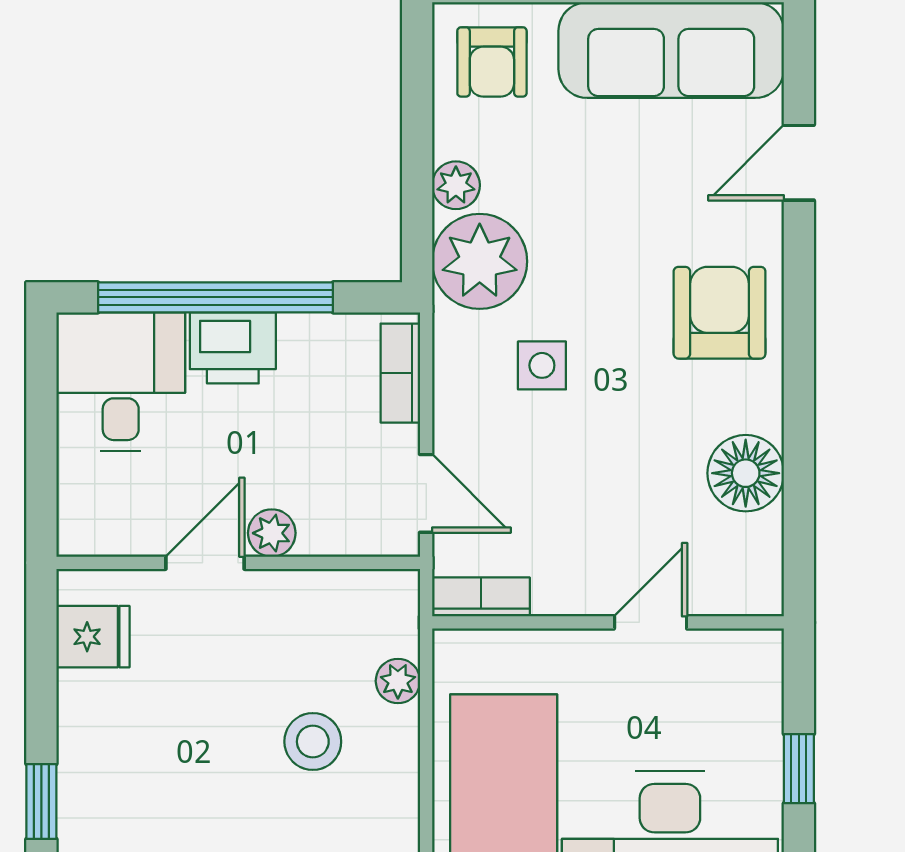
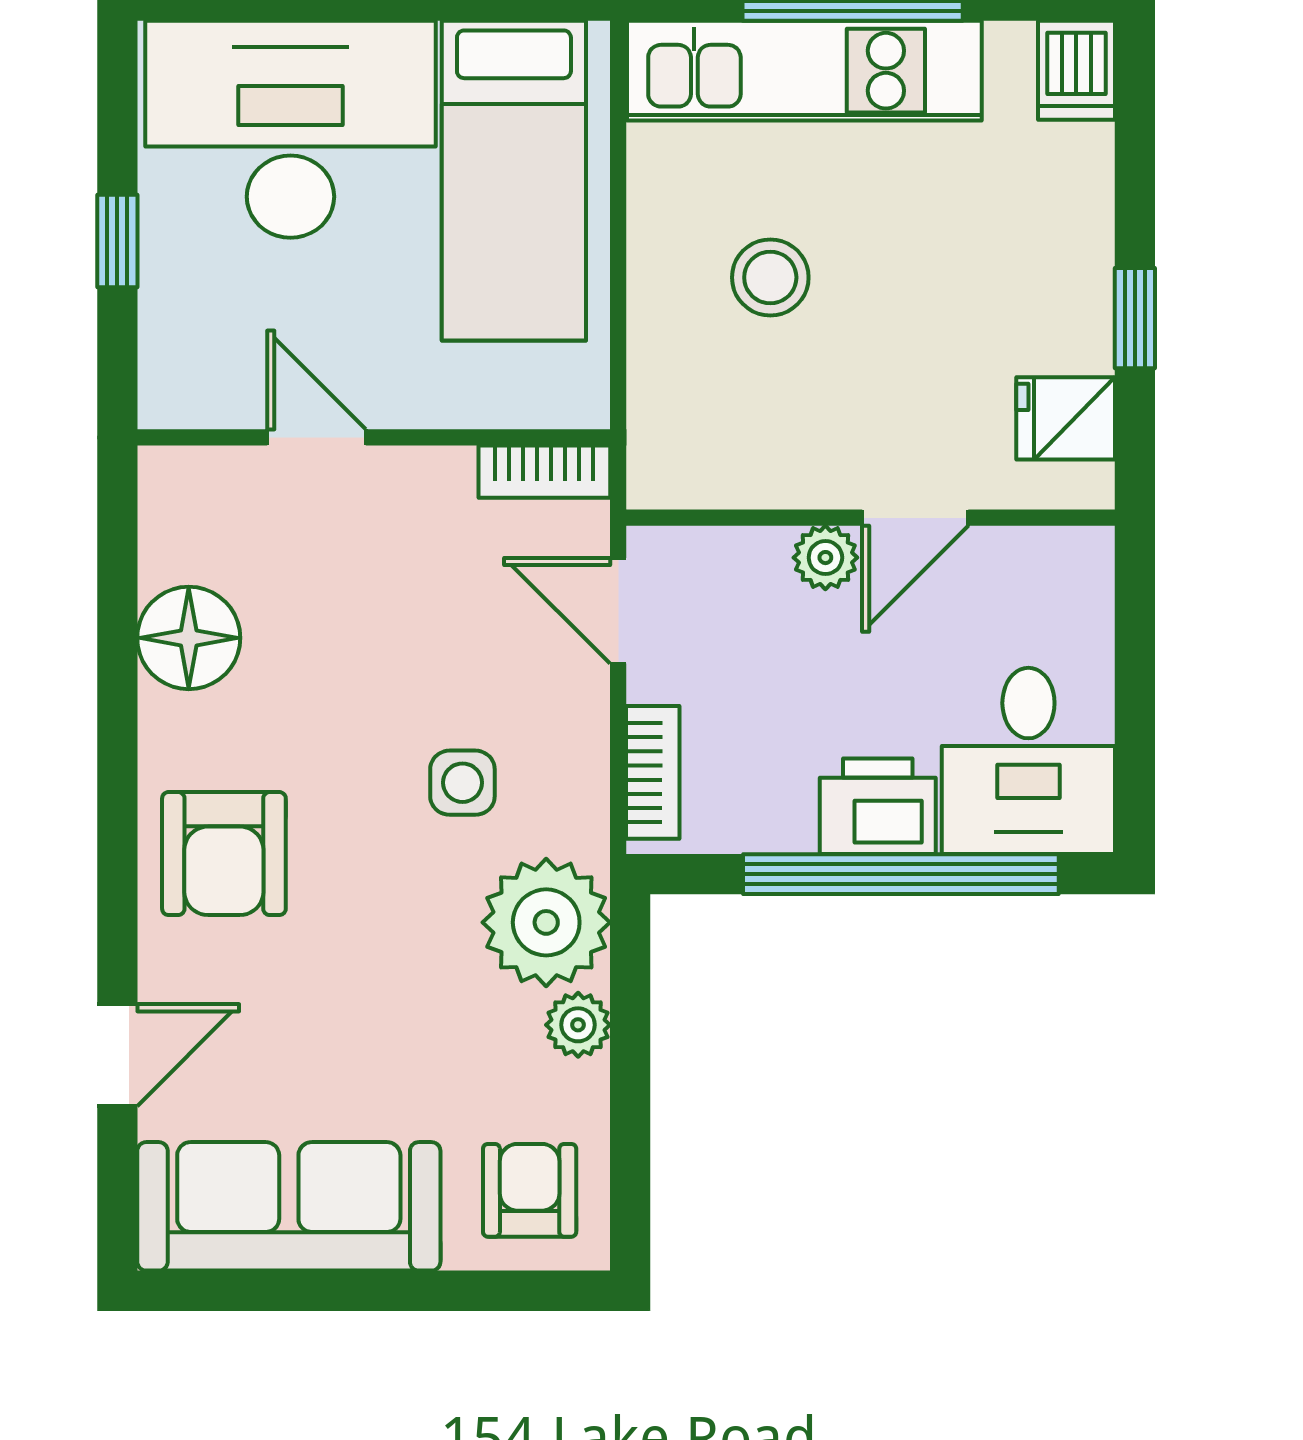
door: (651, 622) -> (317, 437), swing flipped
plant: (398, 681) -> (656, 359), removed
window: (41, 802) -> (1135, 318), moved

